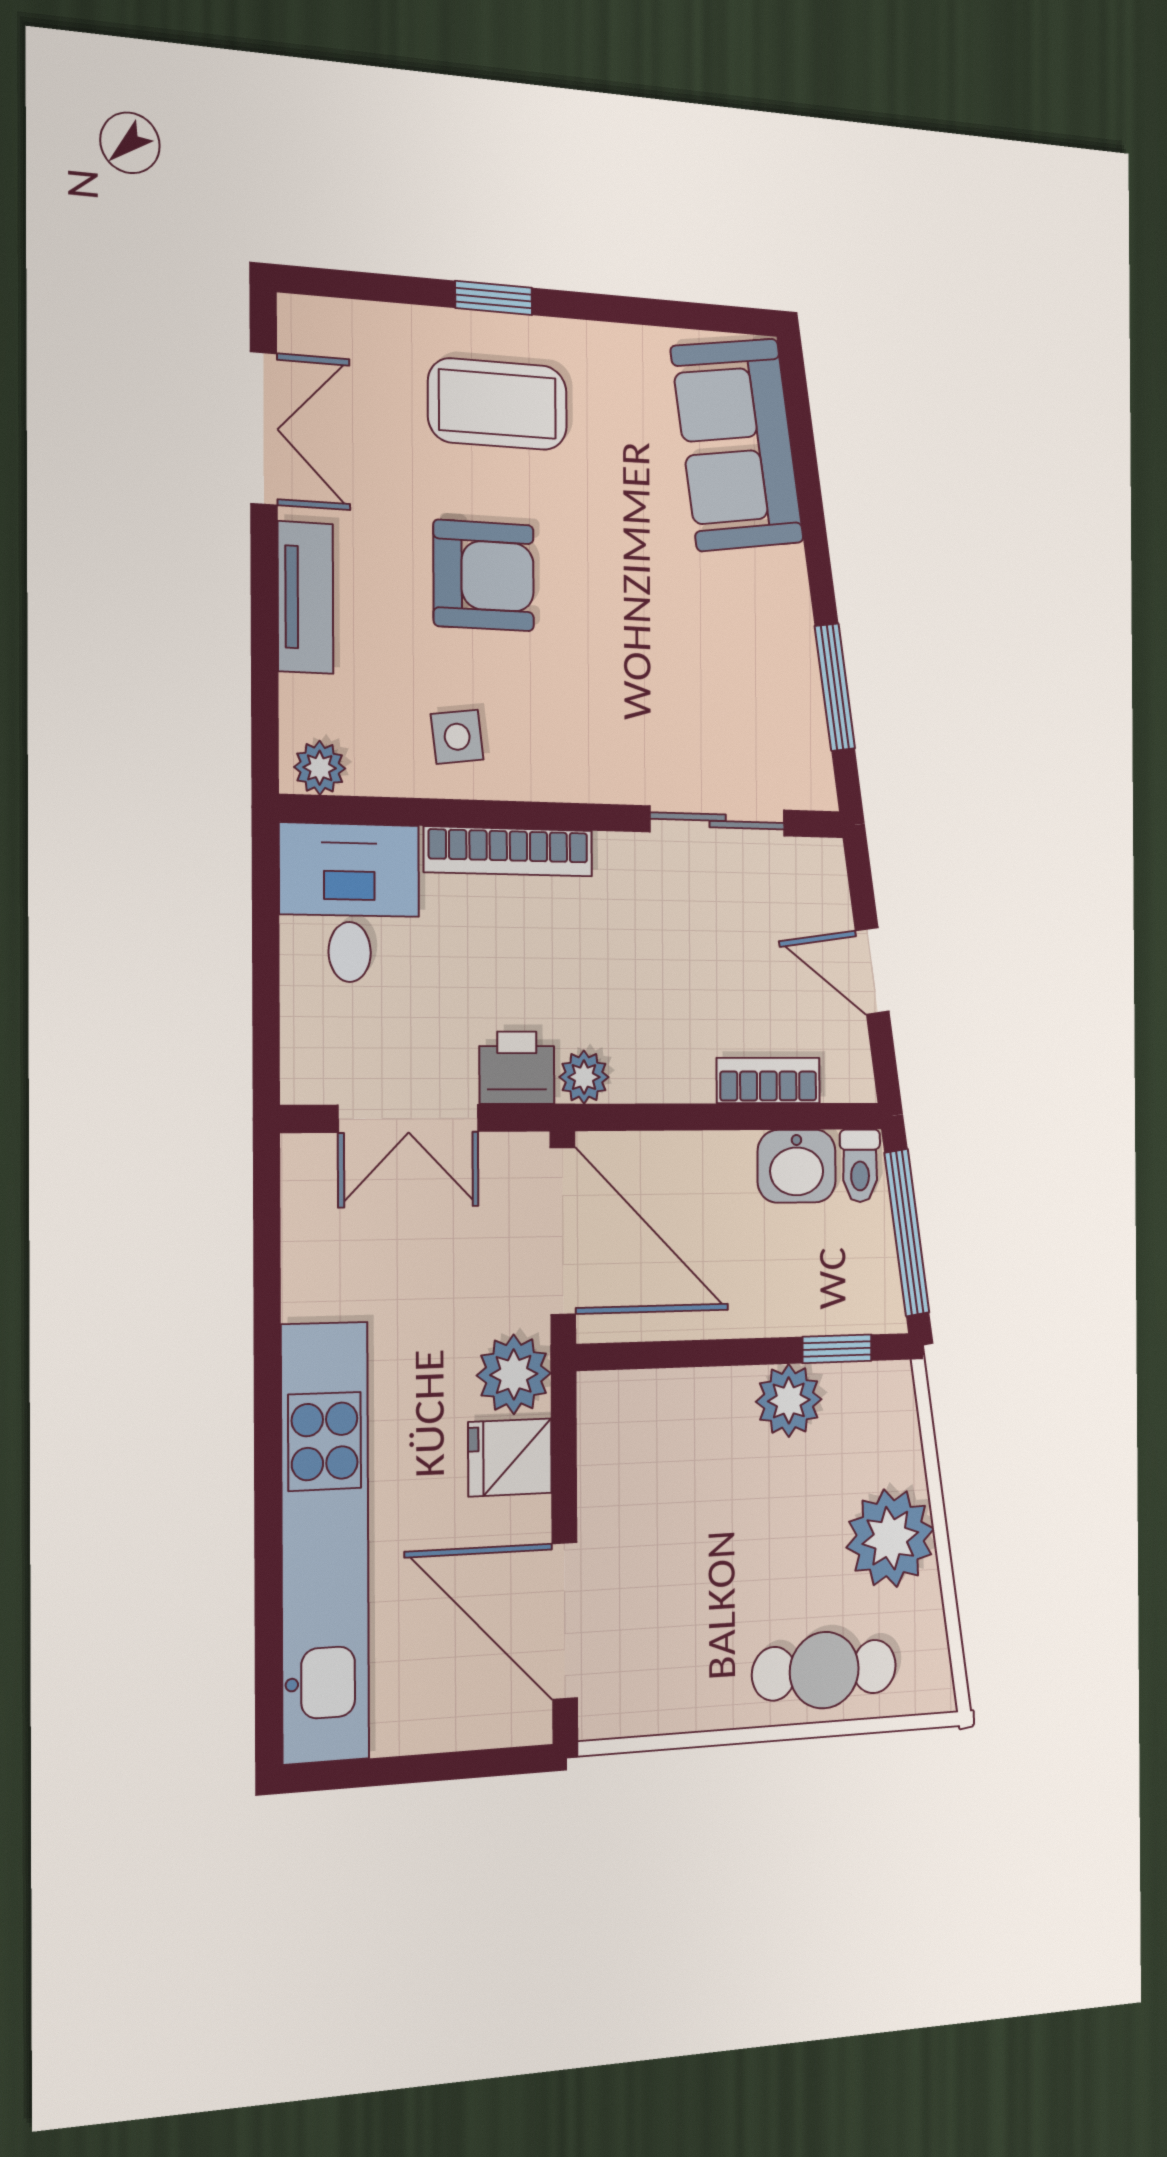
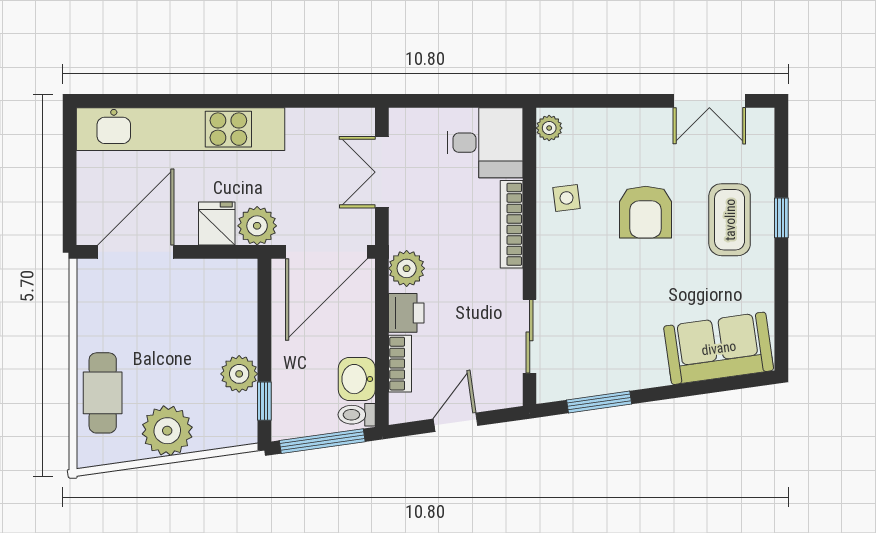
tv unit: (305, 598) -> (630, 121), removed
printer: (517, 1068) -> (406, 313), moved
plant: (584, 1077) -> (407, 268), width x1.38, depth x1.38

